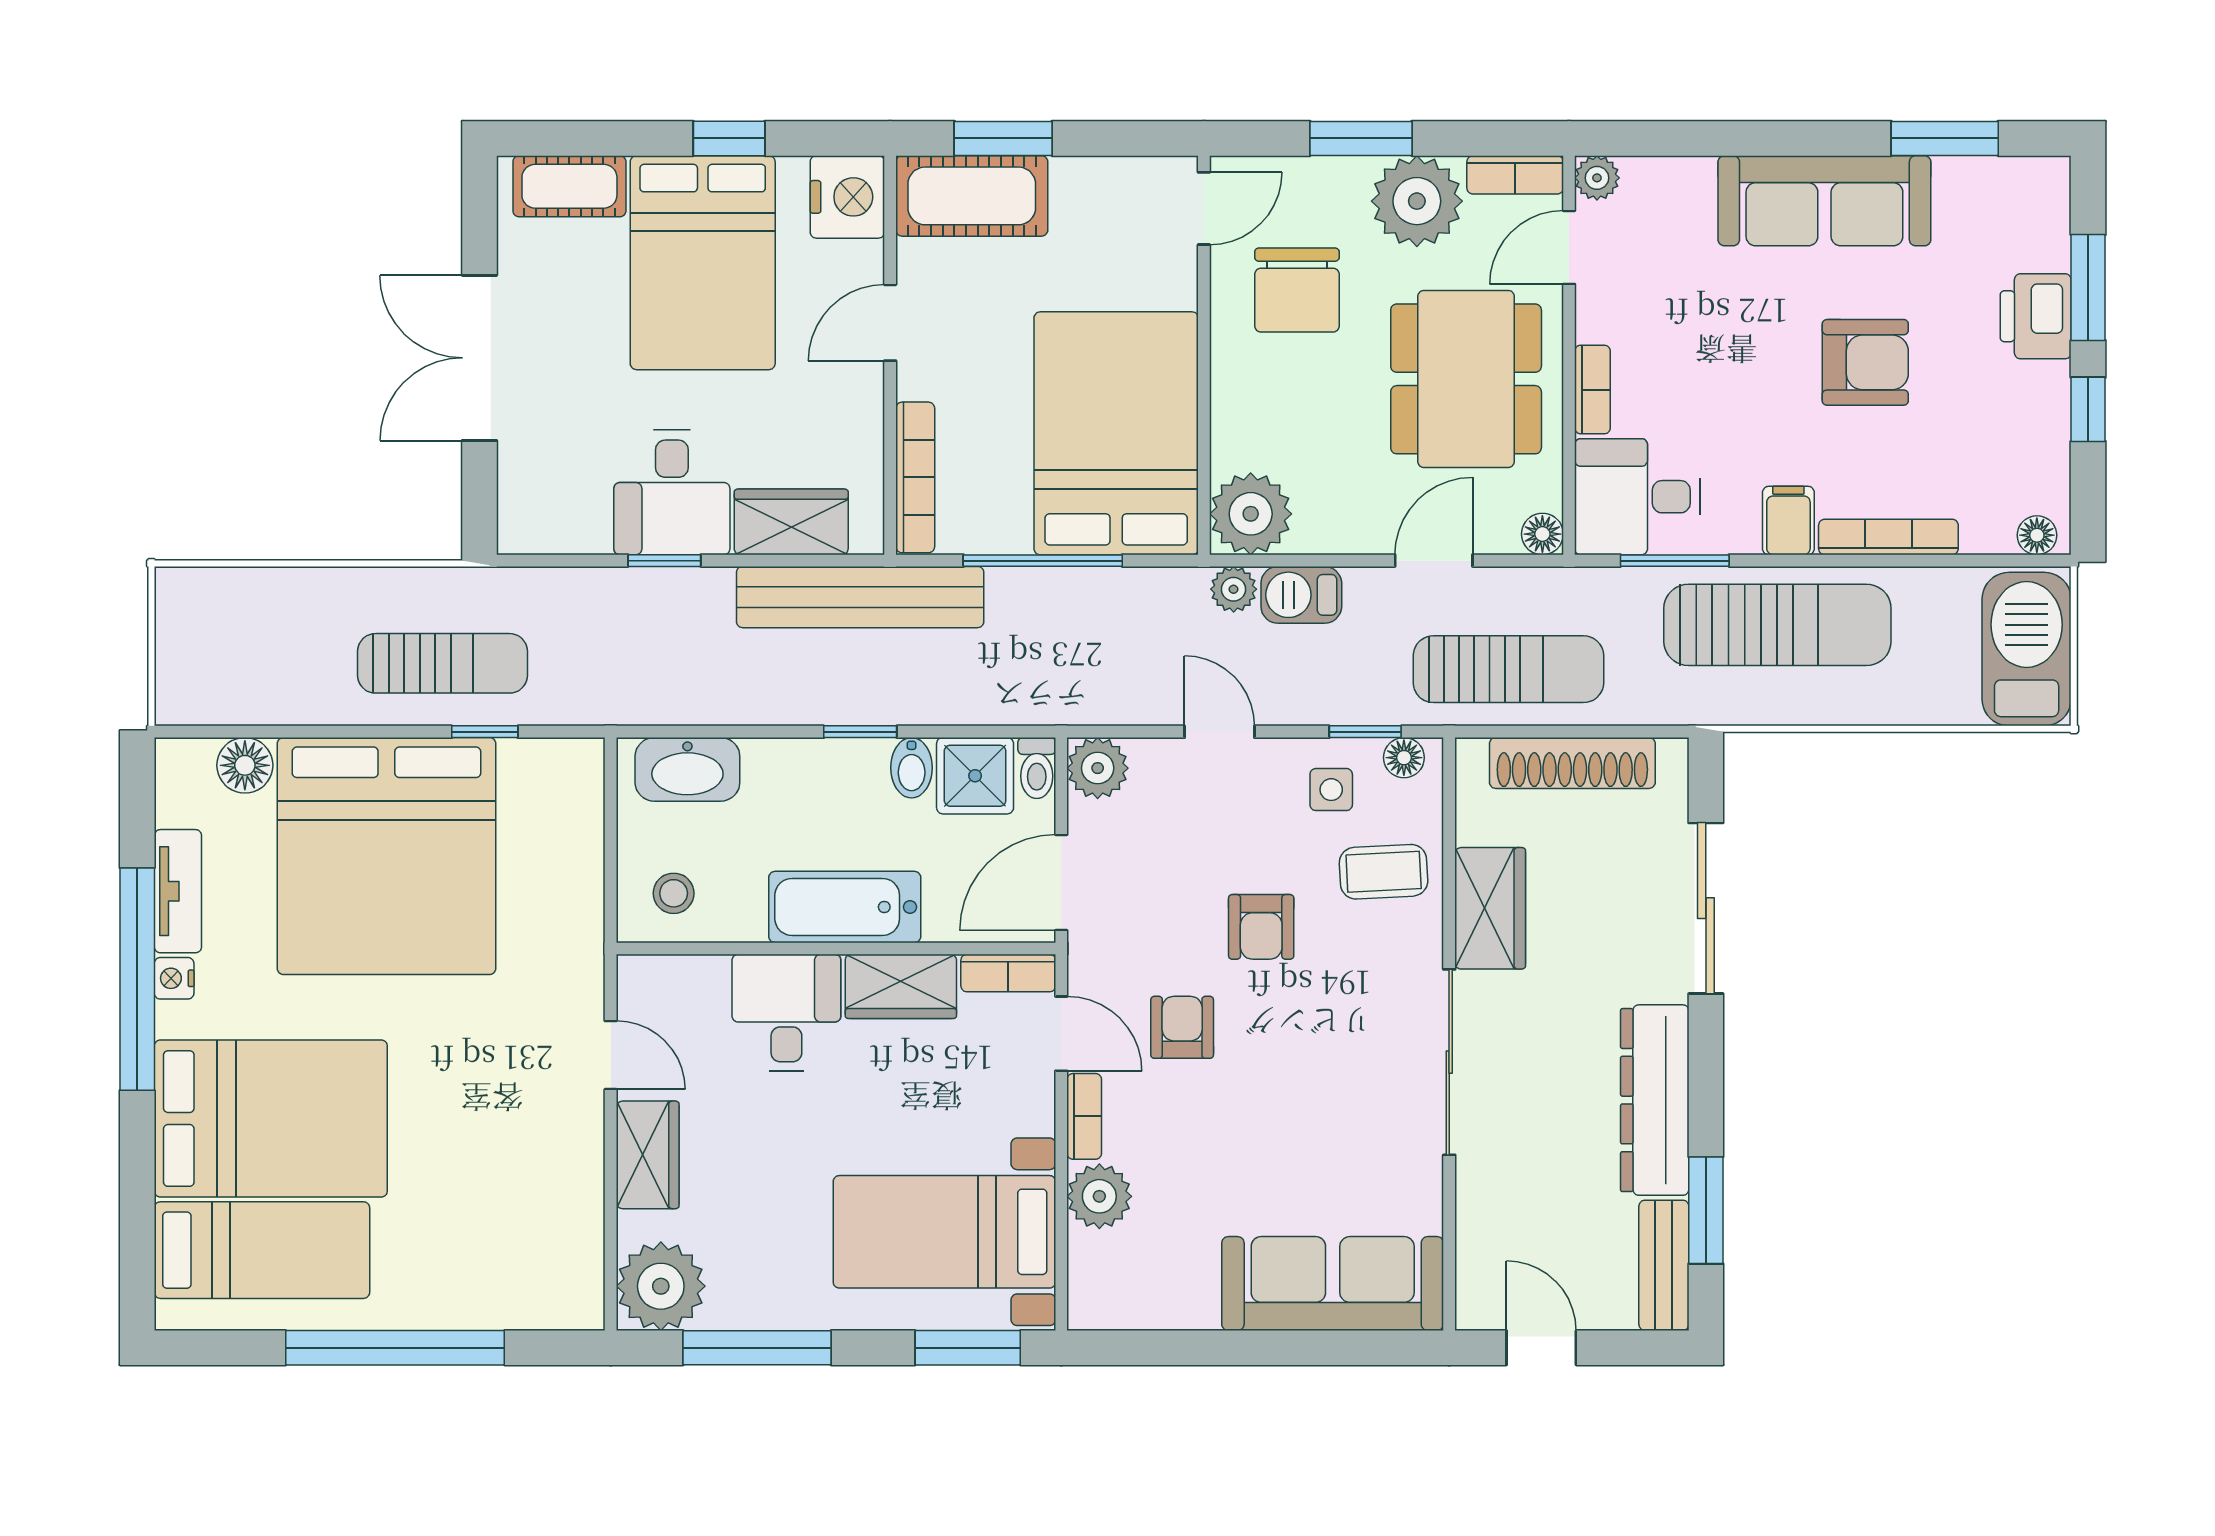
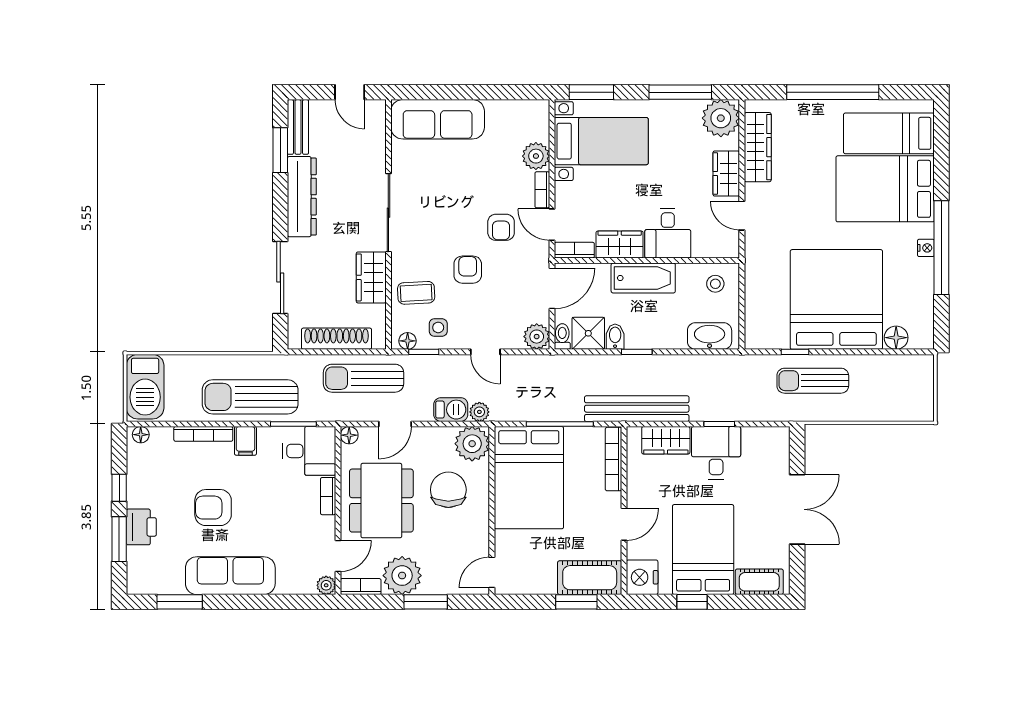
chair: (1297, 290) -> (448, 490), moved
tv unit: (178, 891) -> (924, 285), removed
wardrobe: (573, 1217) -> (758, 147), added

